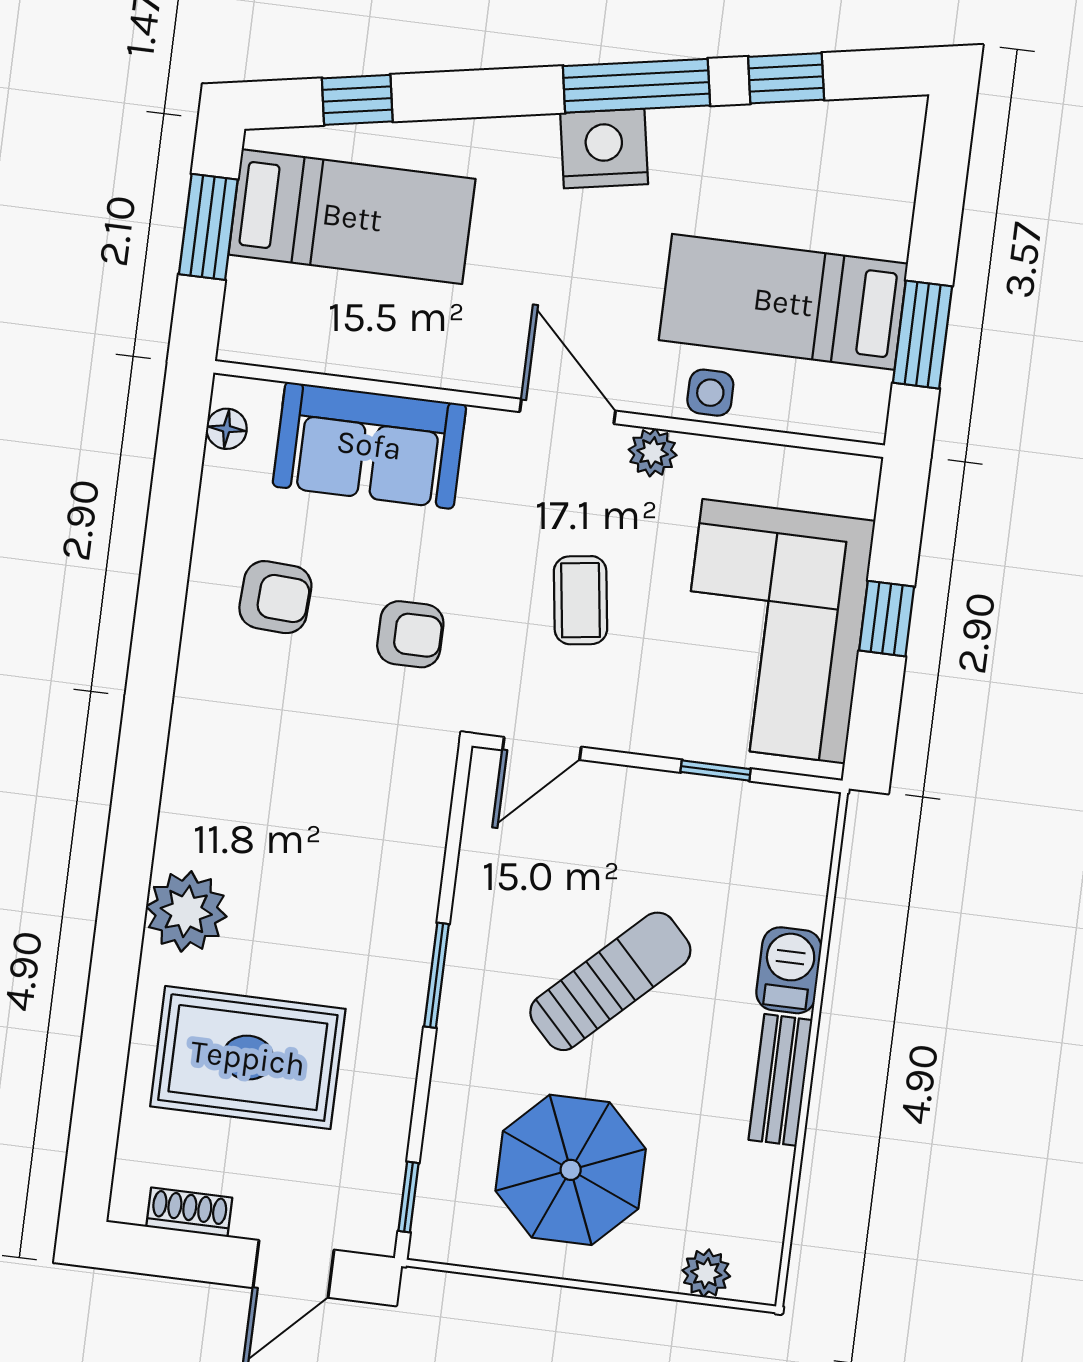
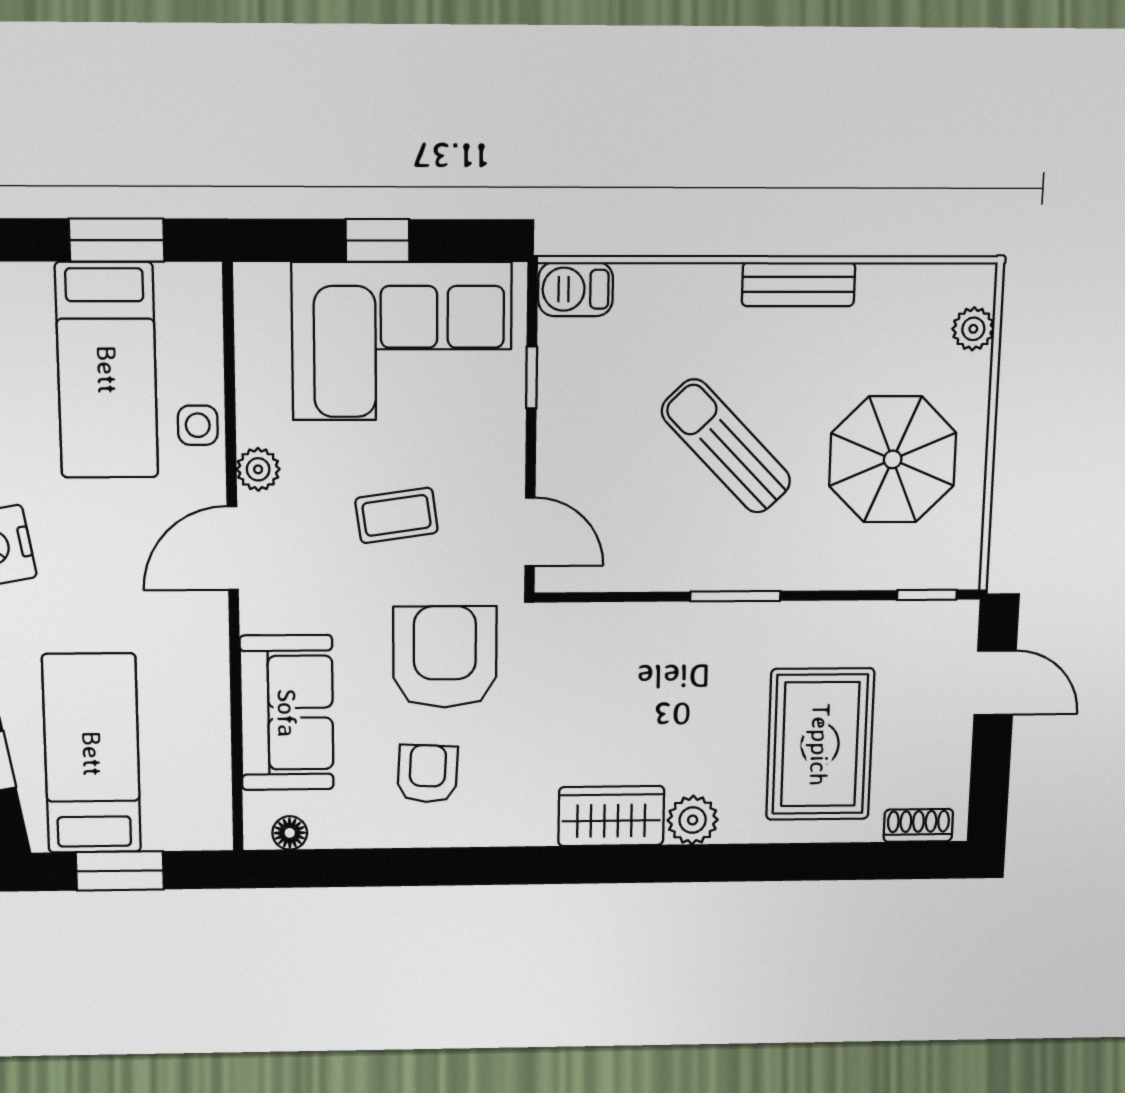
armchair: (410, 634) -> (445, 657), width x1.88, depth x1.88
wardrobe: (195, 804) -> (611, 816), added
plant: (186, 911) -> (693, 820), width x0.73, depth x0.73
barbecue: (789, 970) -> (576, 289), moved
shoe rack: (189, 1212) -> (918, 825), moved, turned 90

